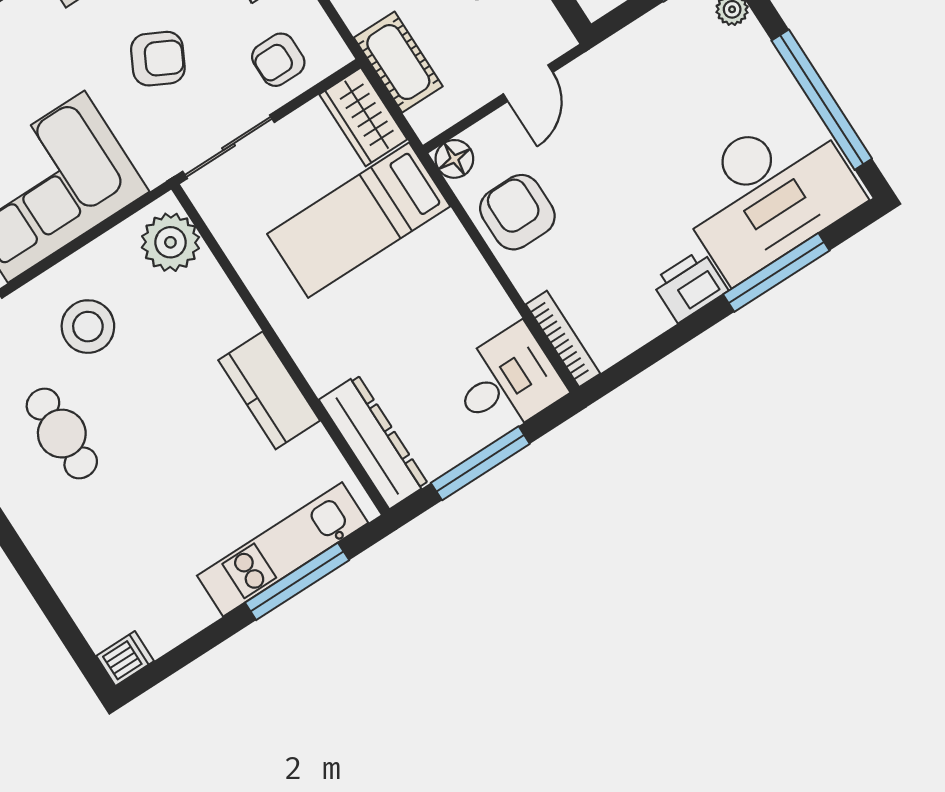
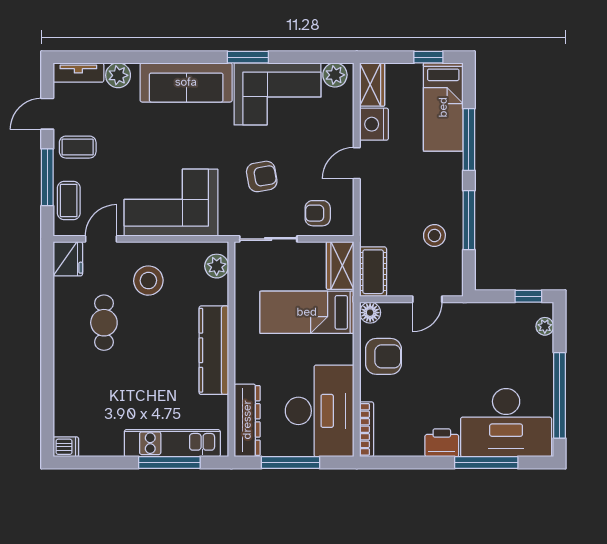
armchair: (158, 59) -> (262, 176), turned -37
cot: (398, 62) -> (373, 272), moved
armchair: (517, 212) -> (383, 356), turned 90
plant: (170, 242) -> (217, 266), width x0.73, depth x0.73
desk: (507, 381) -> (320, 411), width x1.87, depth x1.30
kitchen counter: (269, 390) -> (214, 350), width x1.50

